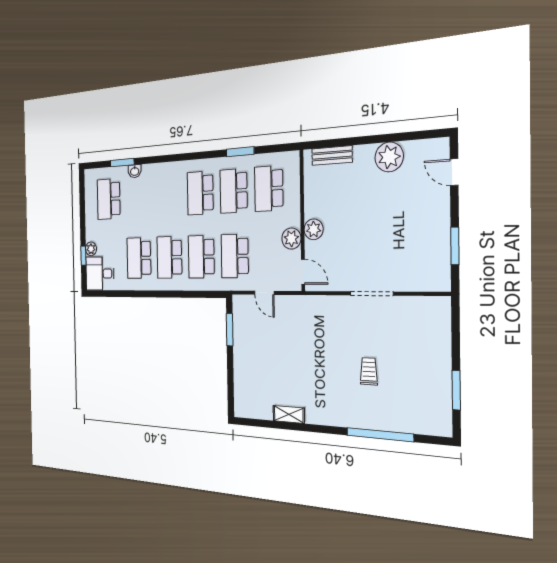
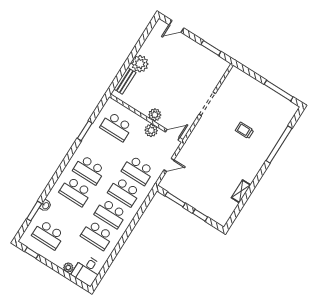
plant: (389, 157) -> (140, 64), moved
school desk: (234, 191) -> (75, 192), moved
window: (83, 256) -> (32, 253), moved
window: (230, 375) -> (200, 215), added
window: (456, 390) -> (279, 91), width x1.44

